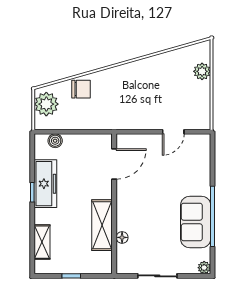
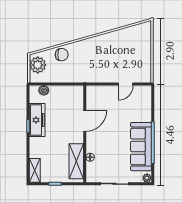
plant: (202, 71) -> (145, 42), removed
door: (114, 164) -> (85, 121), moved
sofa: (196, 222) -> (141, 147), width x1.36
shelving: (102, 225) -> (76, 161), moved
shelving: (42, 242) -> (35, 170), moved

